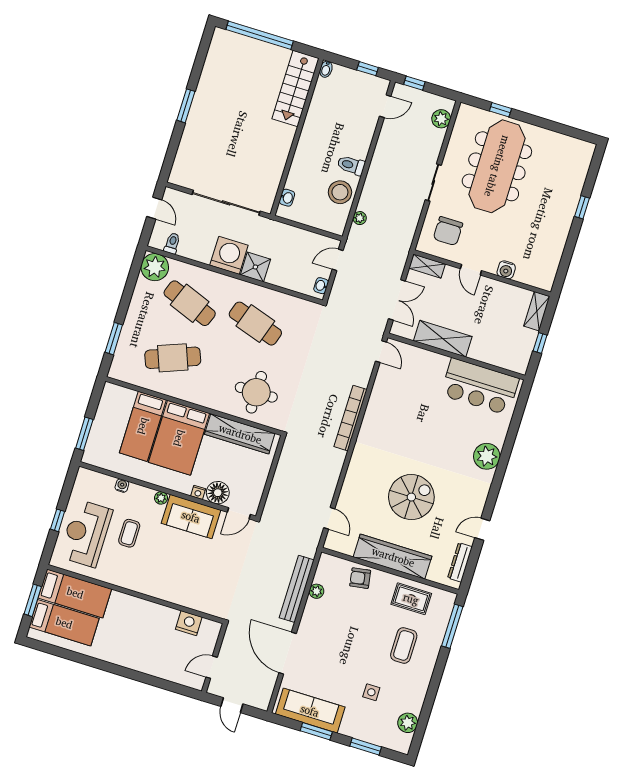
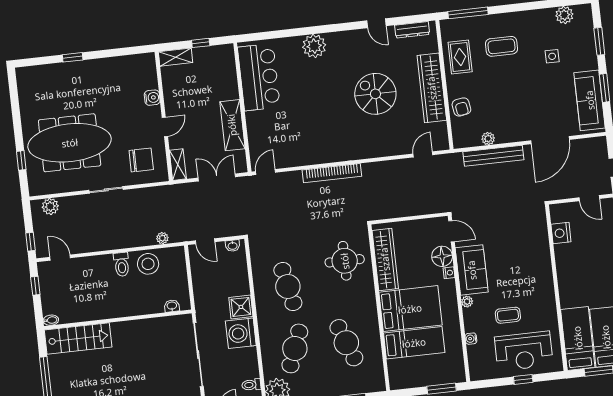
cafe table: (255, 324) -> (288, 286), turned -30

